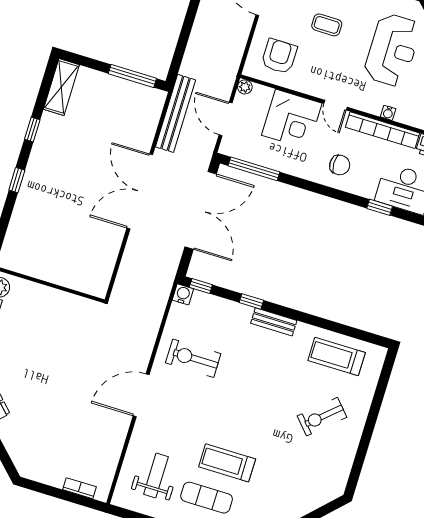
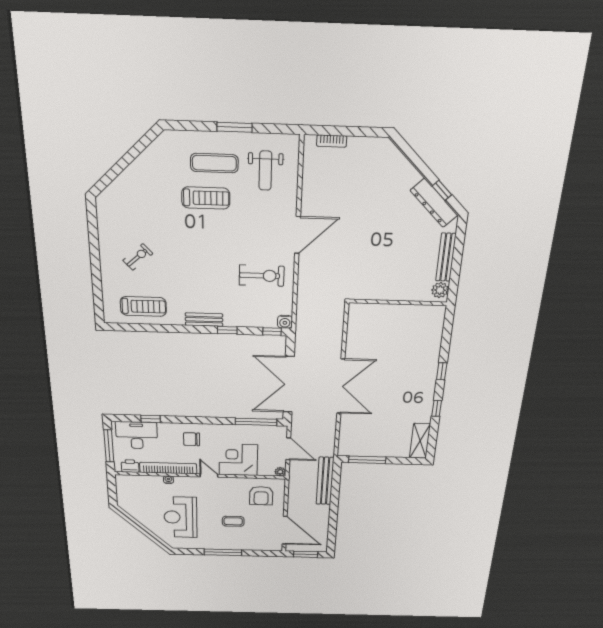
bench: (176, 113) -> (325, 481), moved
exercise bike: (322, 417) -> (138, 257), width x0.73, depth x0.72

